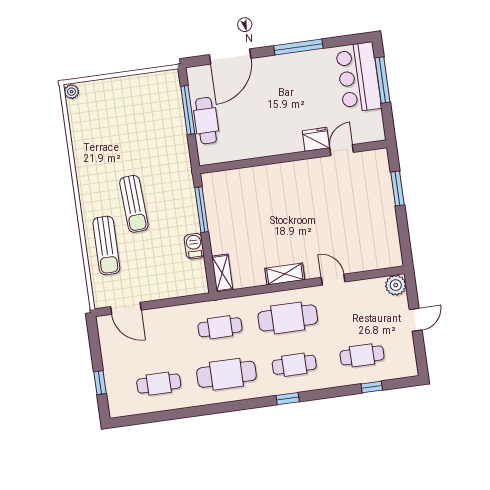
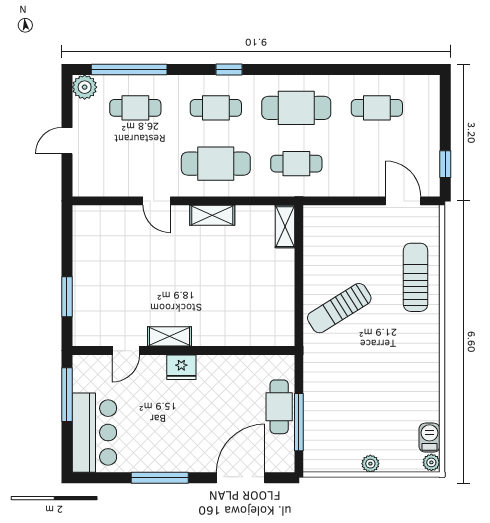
window: (382, 80) -> (67, 395), moved
plant: (123, 83) -> (370, 464), added
fridge: (316, 139) -> (181, 367), moved
shelving: (307, 167) -> (169, 336), added
sun lounger: (134, 204) -> (339, 308), moved, turned -119
window: (202, 210) -> (299, 304), removed
barbecue: (194, 246) -> (430, 438), moved, turned 180
plant: (396, 285) -> (85, 87), moved
window: (100, 383) -> (445, 164), moved
window: (372, 387) -> (129, 69), width x3.17

